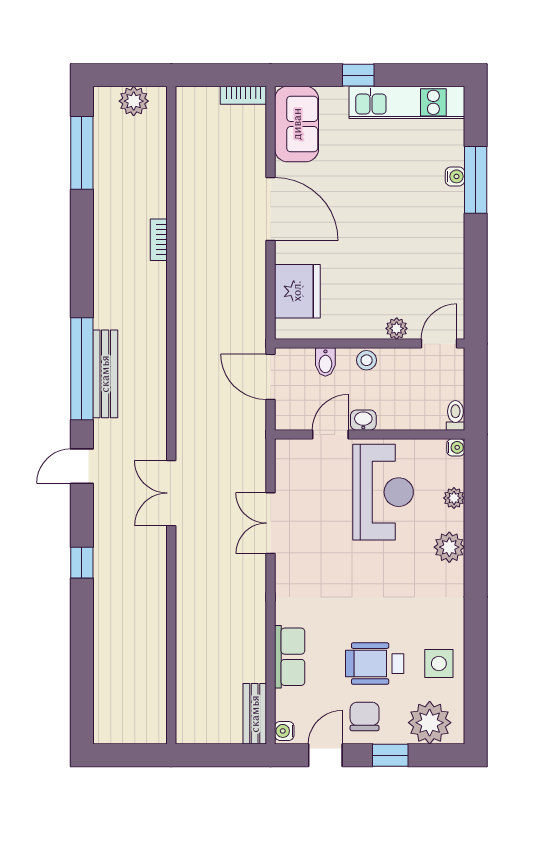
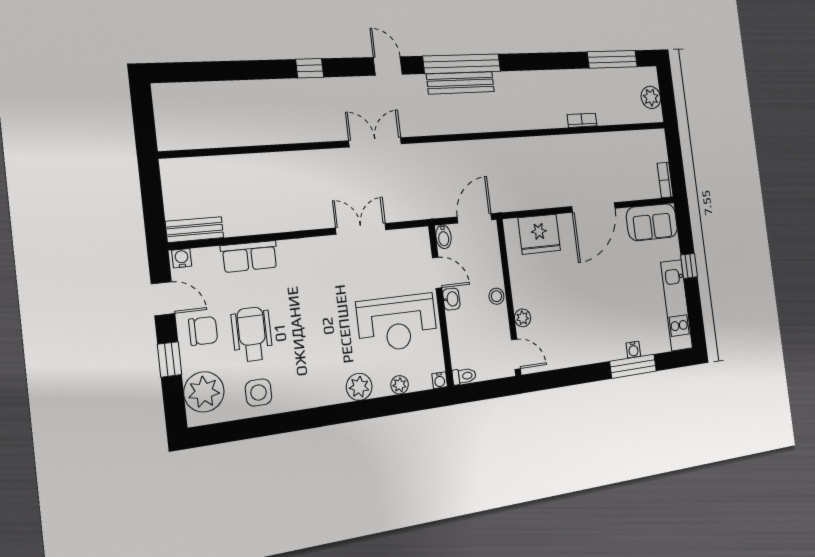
bookcase: (159, 240) -> (582, 120), moved
bidet: (325, 362) -> (444, 237), moved, turned -90

